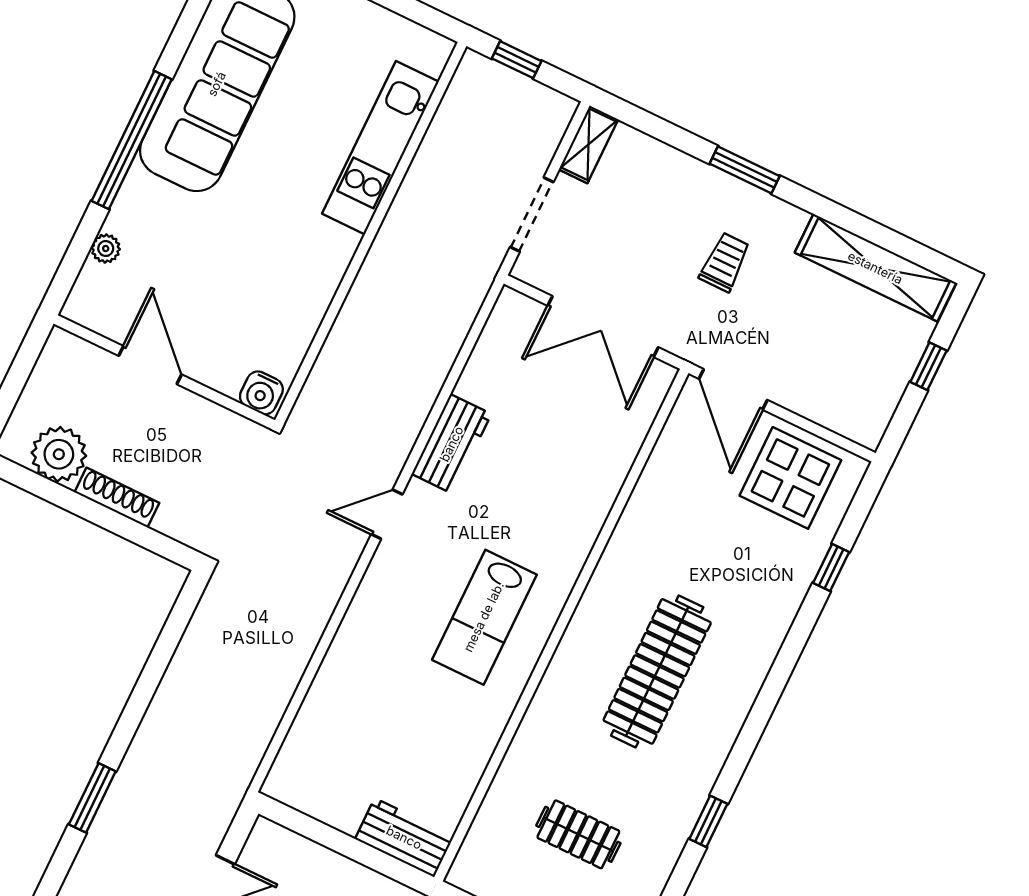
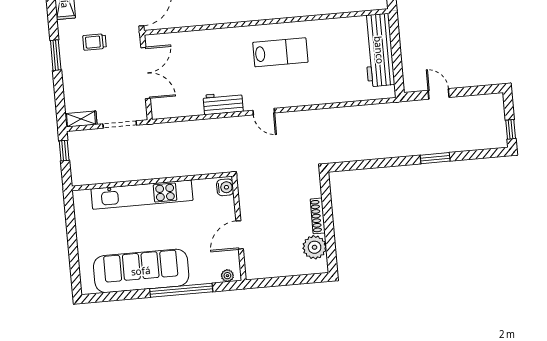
window: (517, 60) -> (64, 151), moved
kitchen unit: (380, 148) -> (142, 195), width x1.36
door: (150, 365) -> (240, 235), moved
wall: (164, 372) -> (239, 228), moved
water cooler: (261, 393) -> (225, 187), moved
workbench: (404, 838) -> (379, 50), width x1.88, depth x1.32

